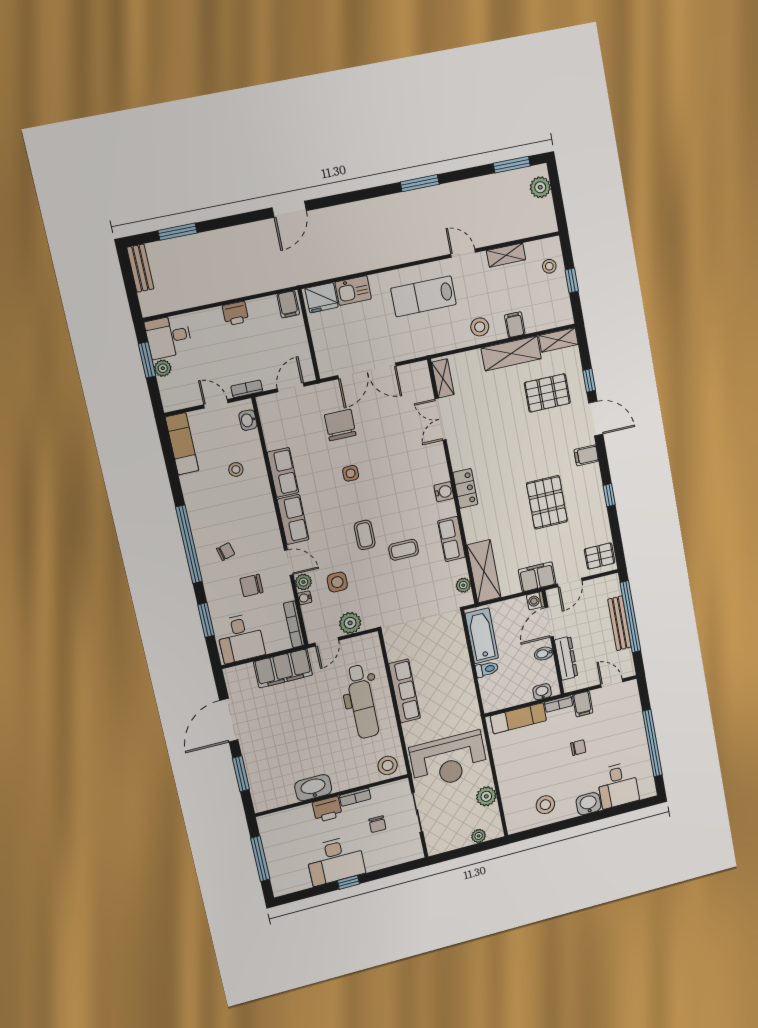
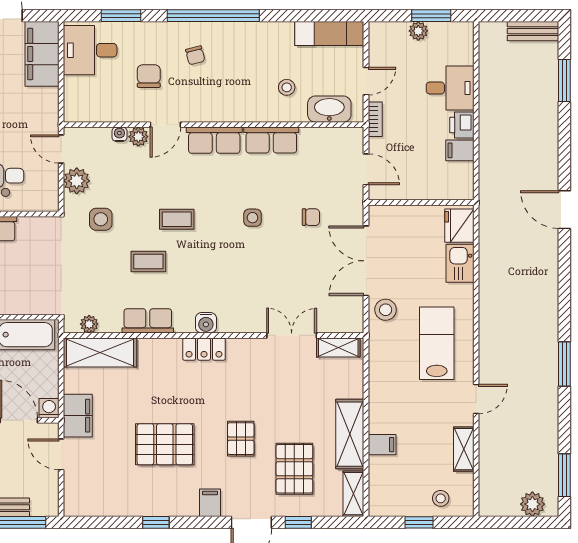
filing cabinet: (288, 304) -> (460, 150), moved
stool: (480, 327) -> (386, 310), moved
desk: (169, 337) -> (450, 88), moved, turned 90
washbasin: (248, 420) -> (329, 109), width x1.91, depth x1.45
chair: (340, 425) -> (311, 217), width x0.54, depth x0.54
coffee table: (404, 550) -> (148, 261), turned 90
pallet: (600, 556) -> (241, 439), moved
side table: (337, 582) -> (101, 219), moved
bookcase: (294, 624) -> (91, 115), removed
filing cabinet: (283, 668) -> (42, 54), moved

